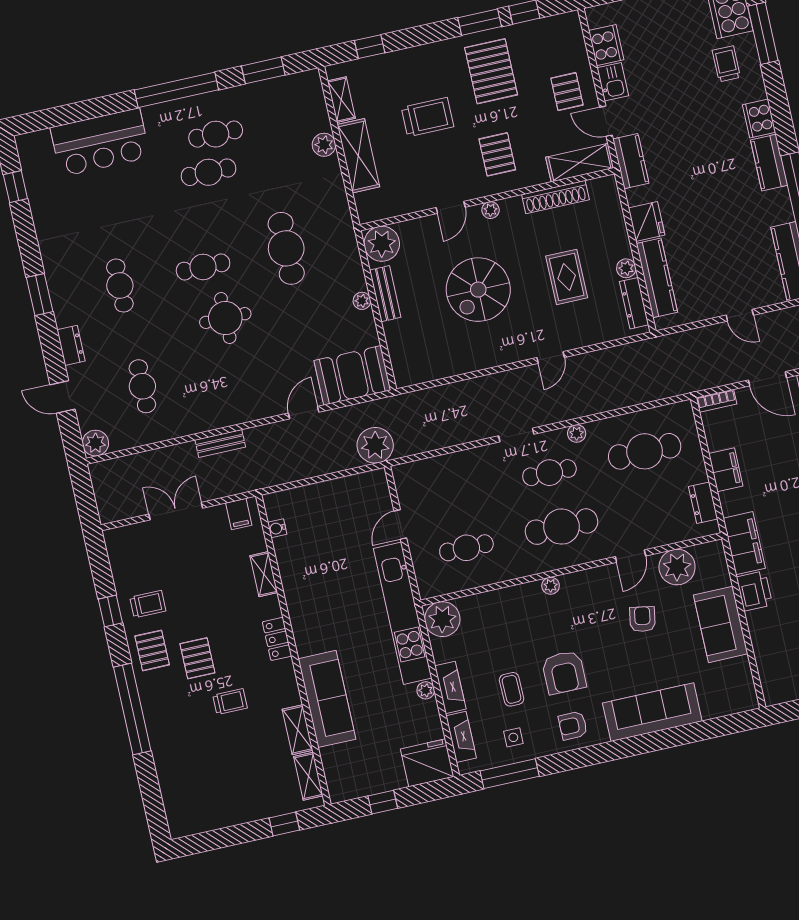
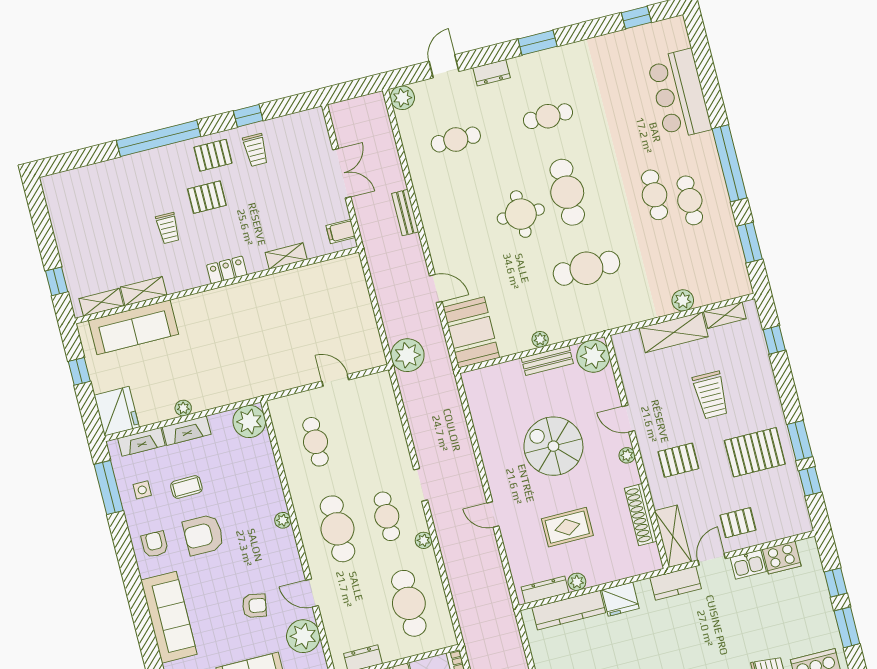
cafe table: (203, 267) -> (567, 192), width x1.37, depth x1.35
water cooler: (277, 528) -> (329, 267), removed
kitchen unit: (403, 613) -> (254, 385), removed
sofa: (327, 699) -> (134, 327), moved

